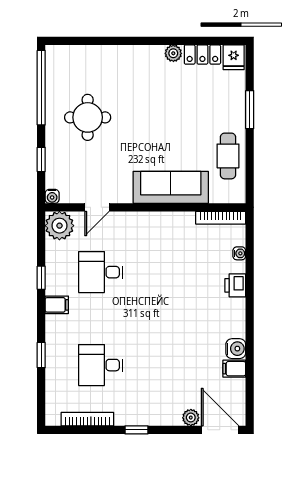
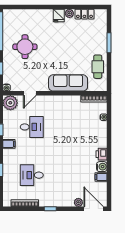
fridge: (234, 57) -> (59, 16), moved
desk: (101, 272) -> (32, 127), turned 180
printer: (235, 285) -> (102, 154), moved

